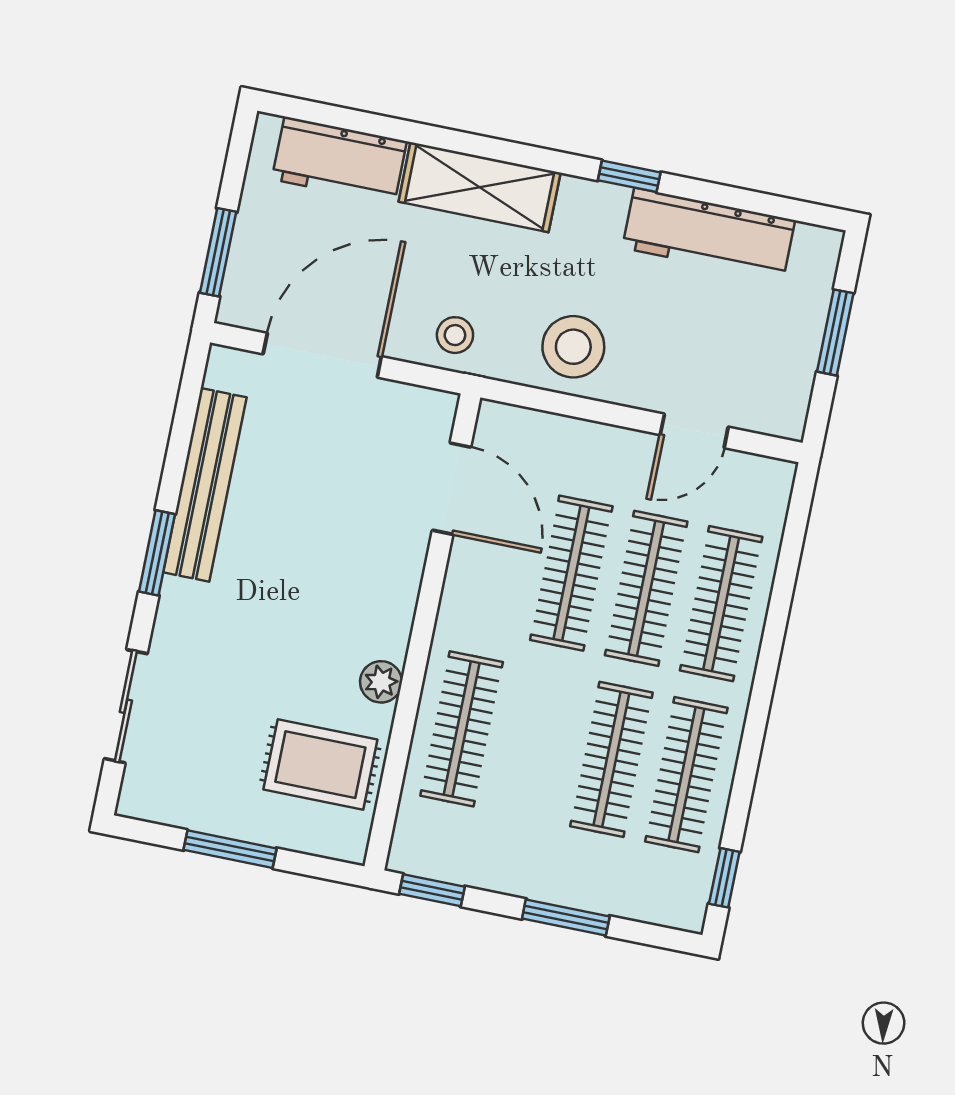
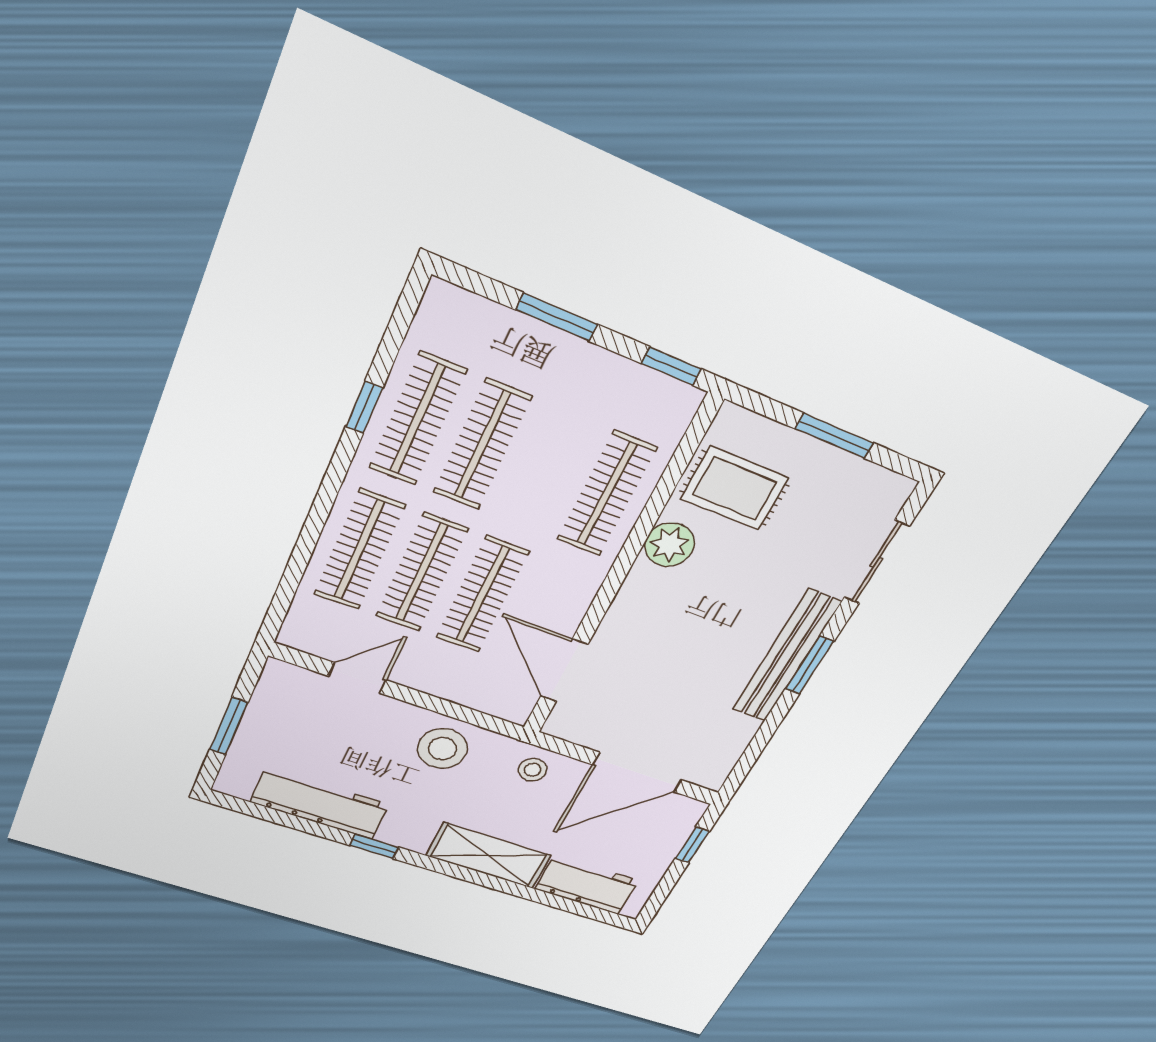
window: (218, 252) -> (692, 845), width x0.67
bench: (205, 485) -> (786, 656), moved
plant: (381, 682) -> (670, 545), width x1.38, depth x1.38
window: (724, 878) -> (364, 407), moved

